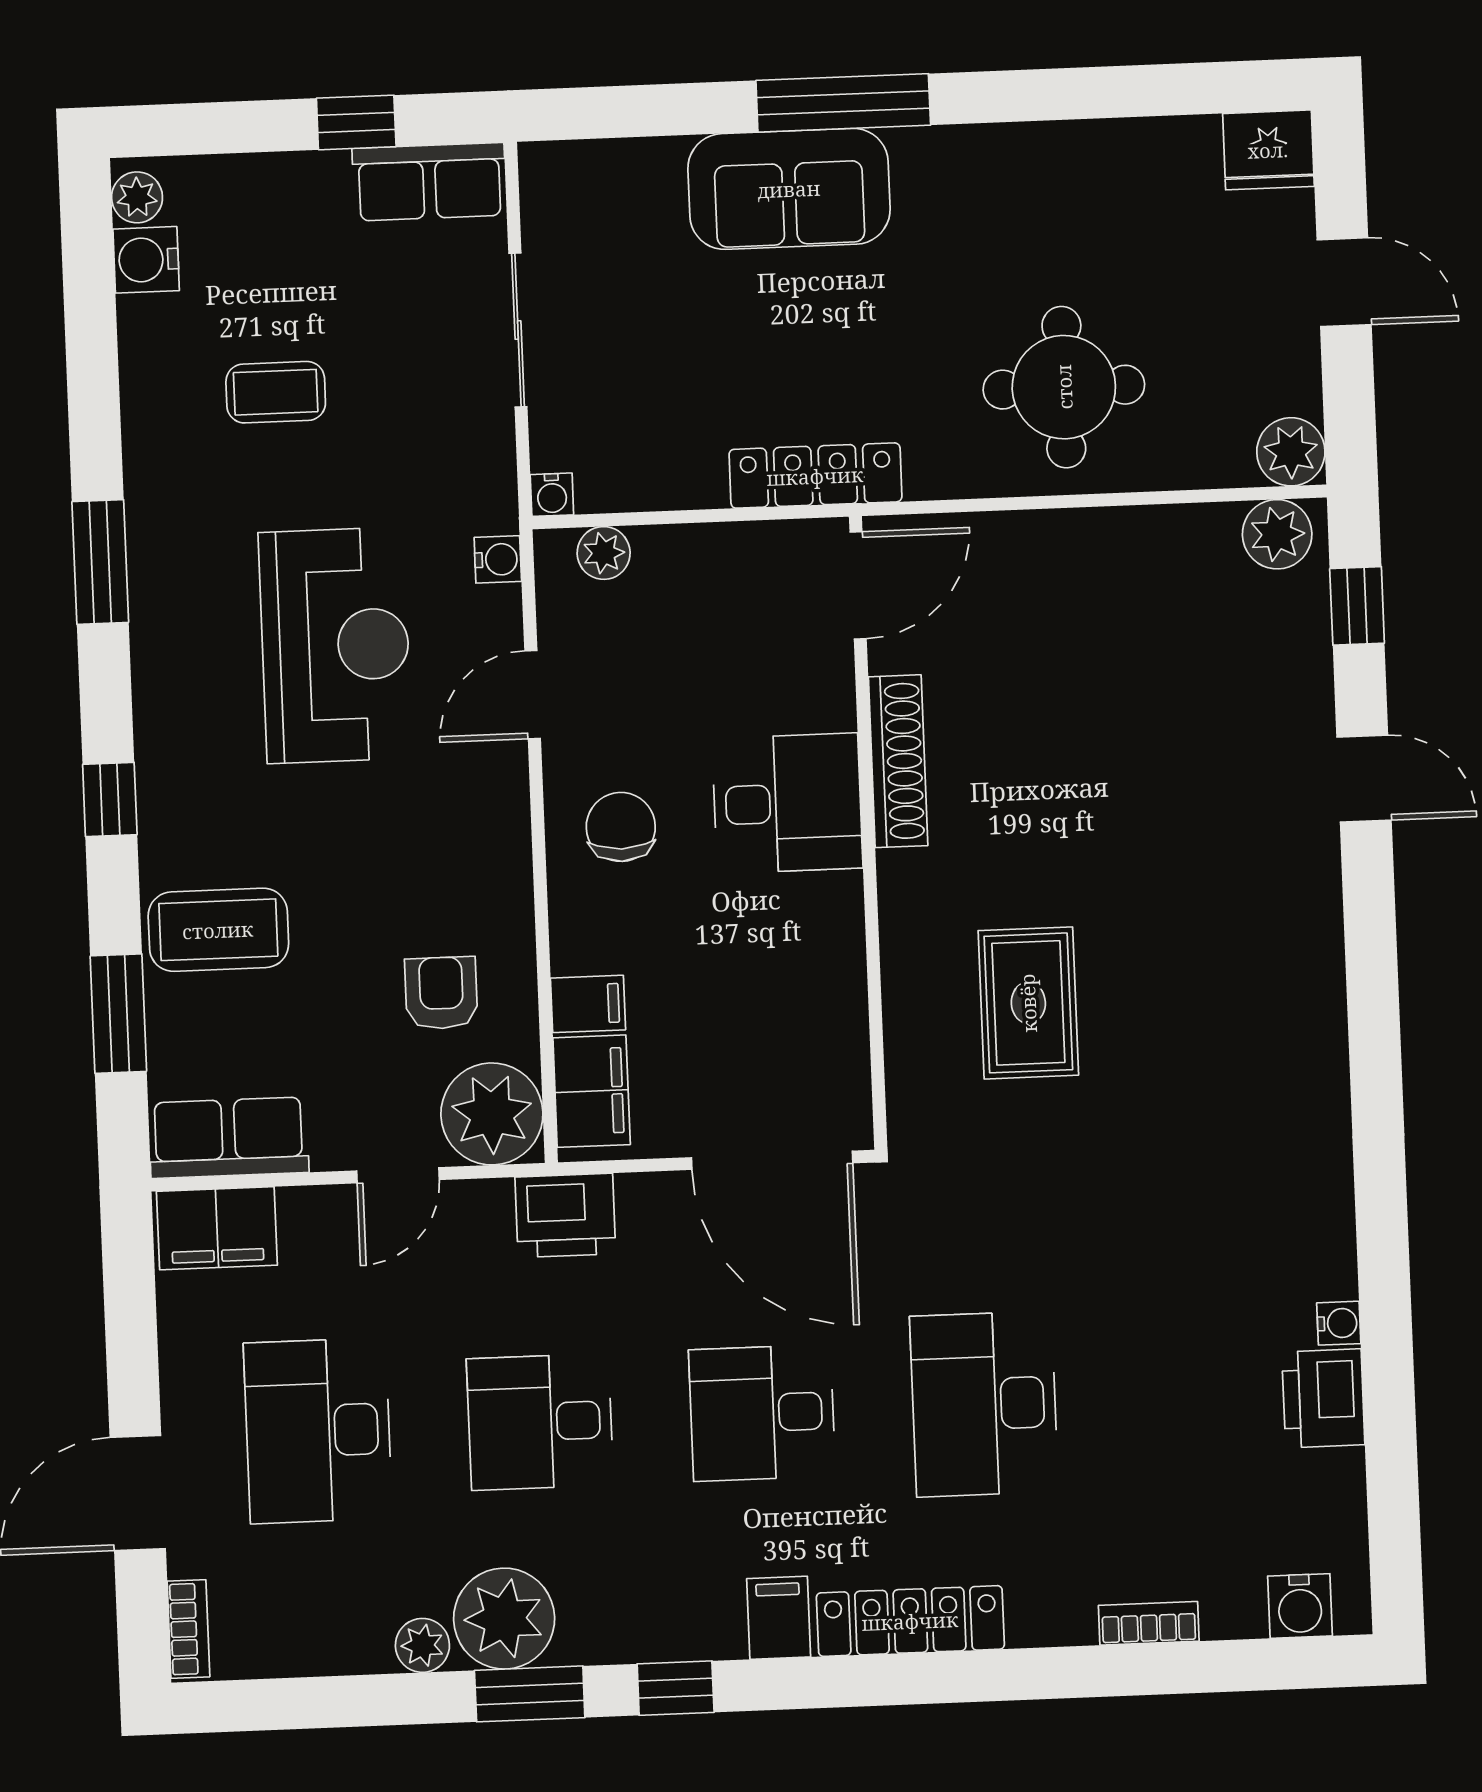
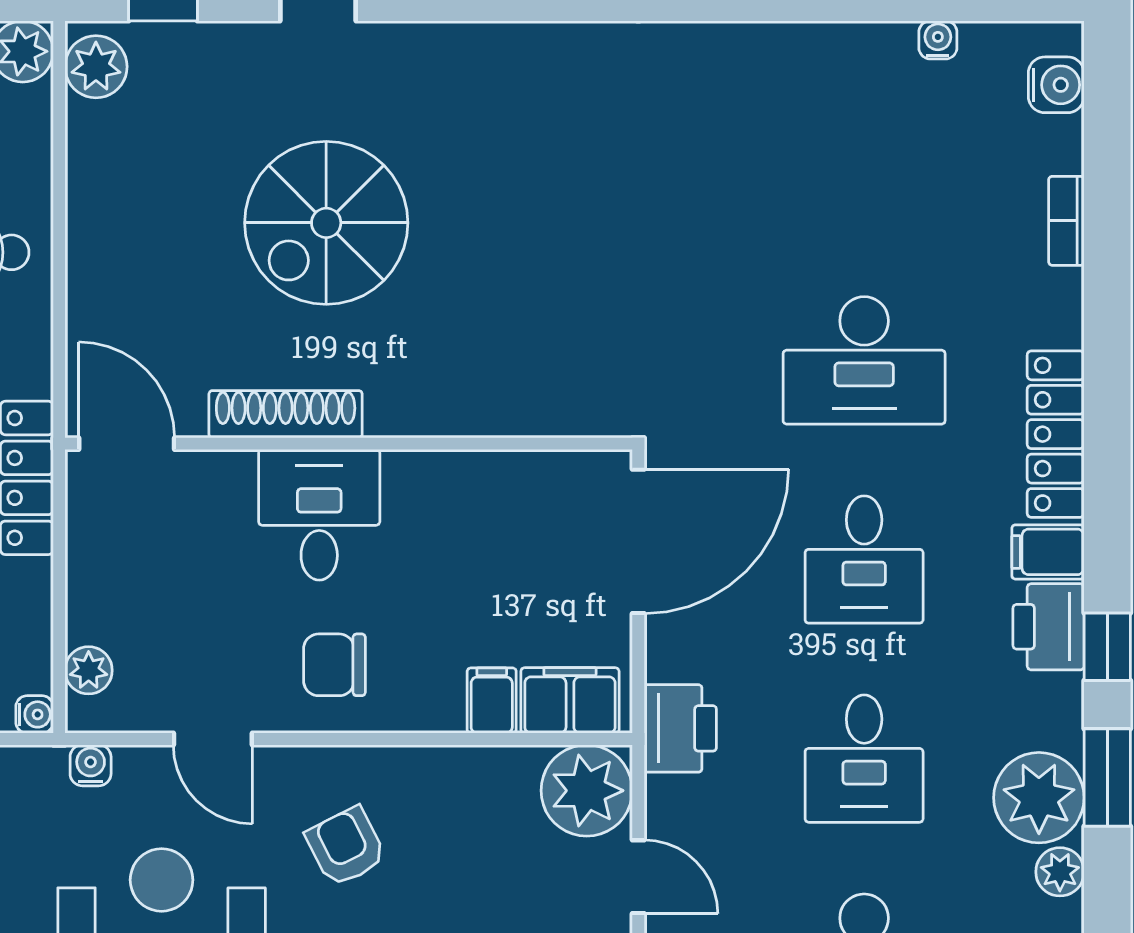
spiral stairs: (1113, 798) -> (326, 223), added
armchair: (441, 993) -> (346, 847), moved, turned 63
rug: (1028, 1003) -> (507, 306), removed
water cooler: (1339, 1323) -> (938, 40), moved
printer: (1323, 1398) -> (1049, 627), moved, turned 90

